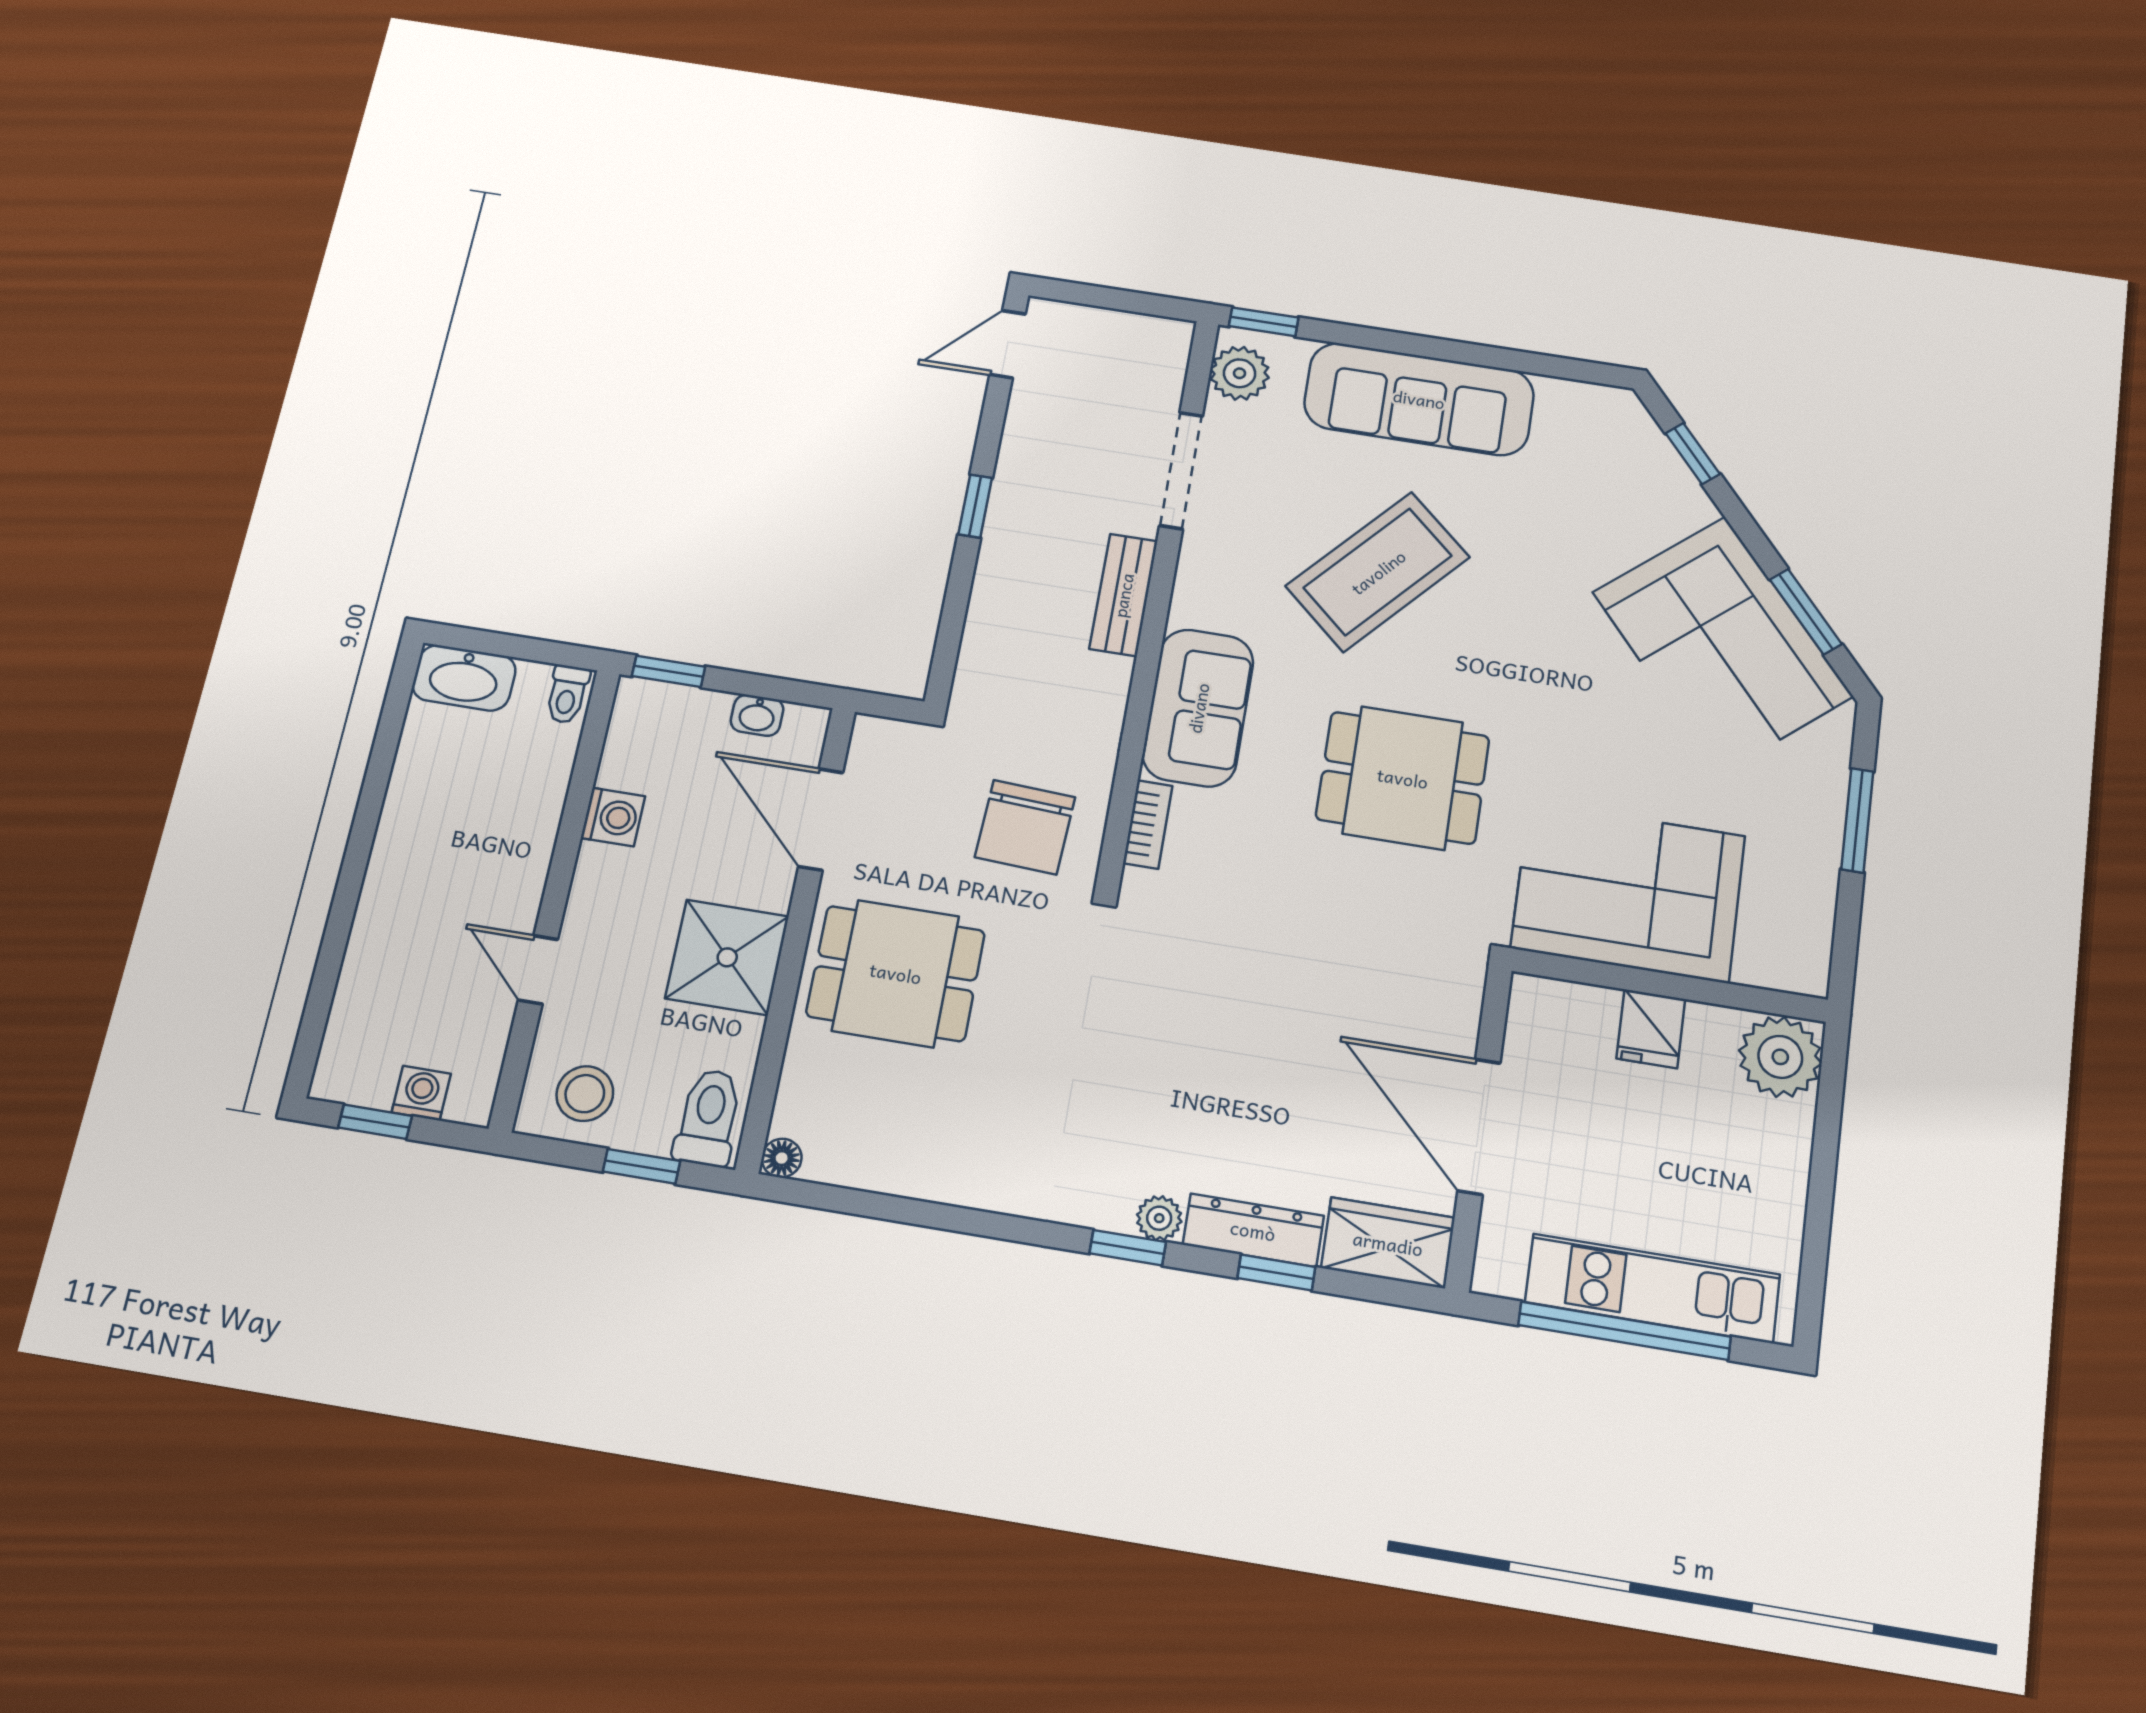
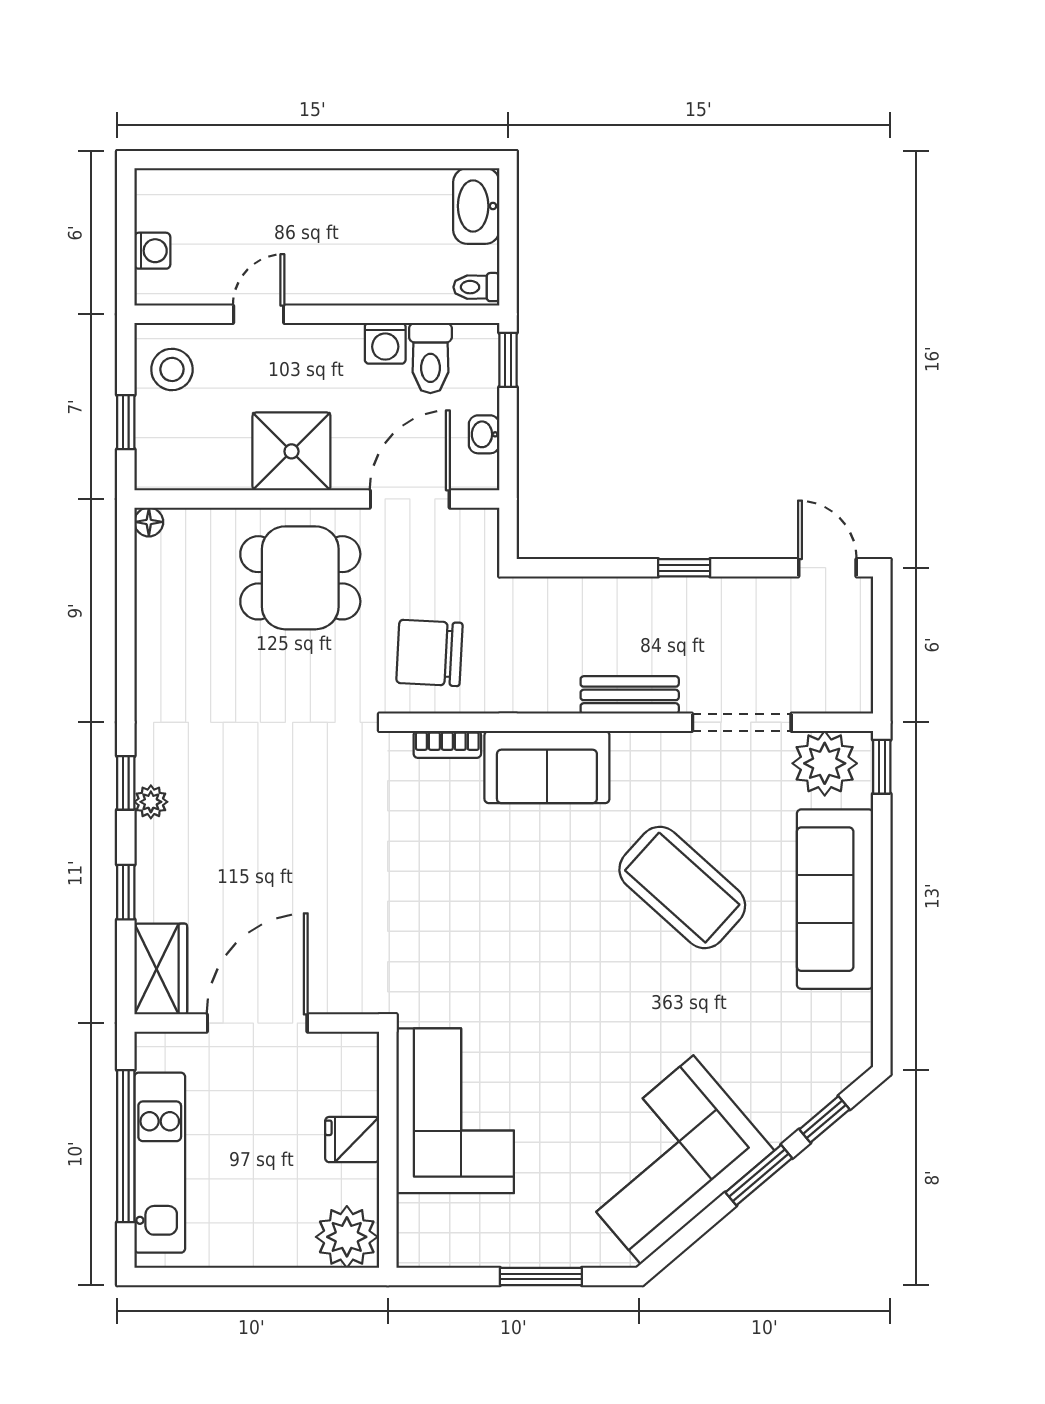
plant: (1240, 373) -> (825, 763), width x1.36, depth x1.36
window: (1806, 612) -> (759, 1175), moved
dining table: (1403, 778) -> (517, 930), removed
dining table: (896, 973) -> (300, 578), turned 90
toilet: (708, 1118) -> (430, 358), moved, turned 90
window: (375, 1122) -> (126, 222), removed
dresser: (1253, 1230) -> (154, 871), removed

